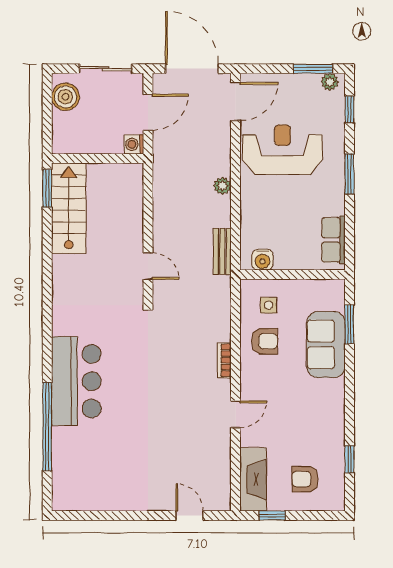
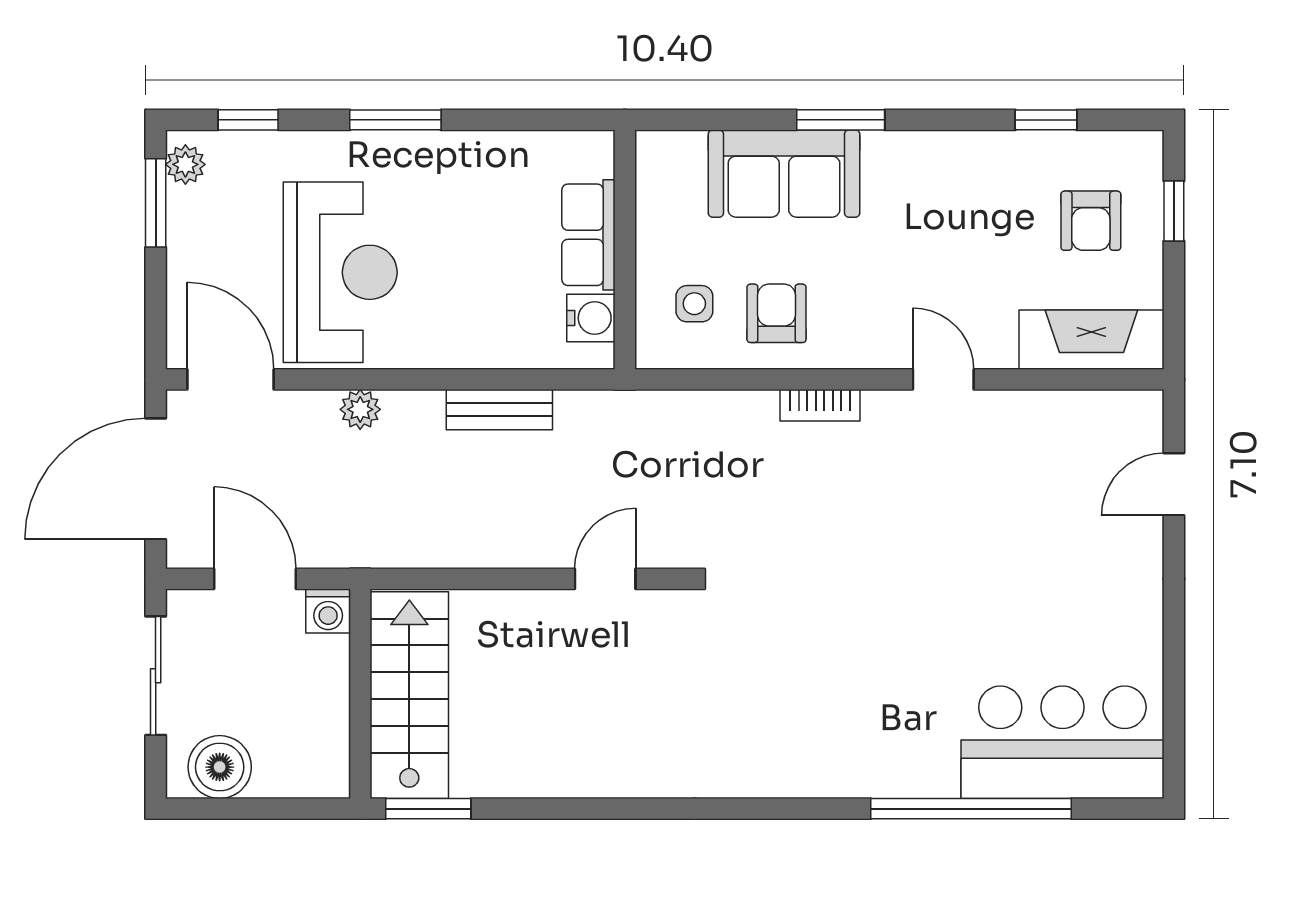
reception desk: (282, 150) -> (340, 272), turned 180
plant: (222, 186) -> (360, 409), moved
stairs: (69, 208) -> (409, 695), moved, turned 90
row of seats: (333, 240) -> (588, 235), moved, turned 90
bench: (222, 251) -> (499, 410), moved
window: (349, 324) -> (841, 120), moved
bar counter: (76, 381) -> (1062, 742), moved
window: (272, 515) -> (1174, 211), moved

